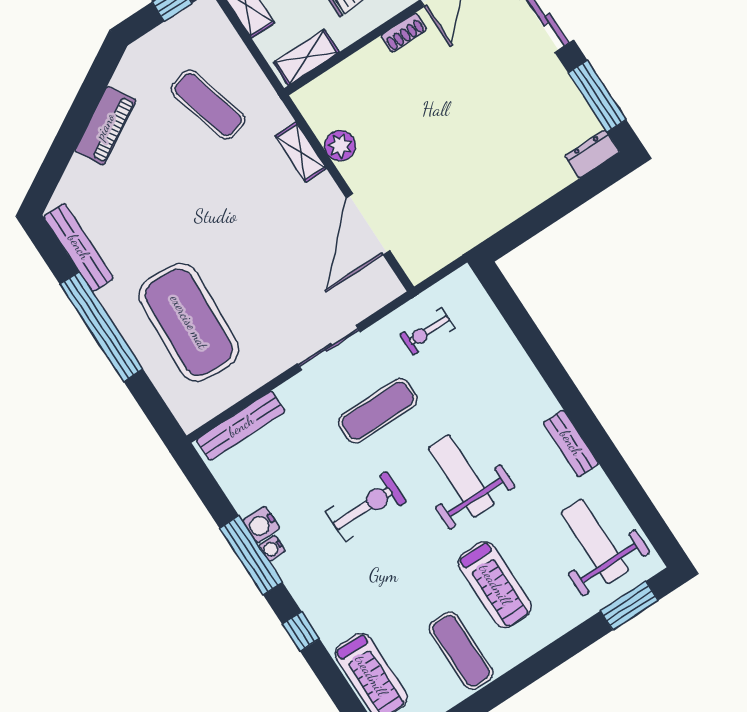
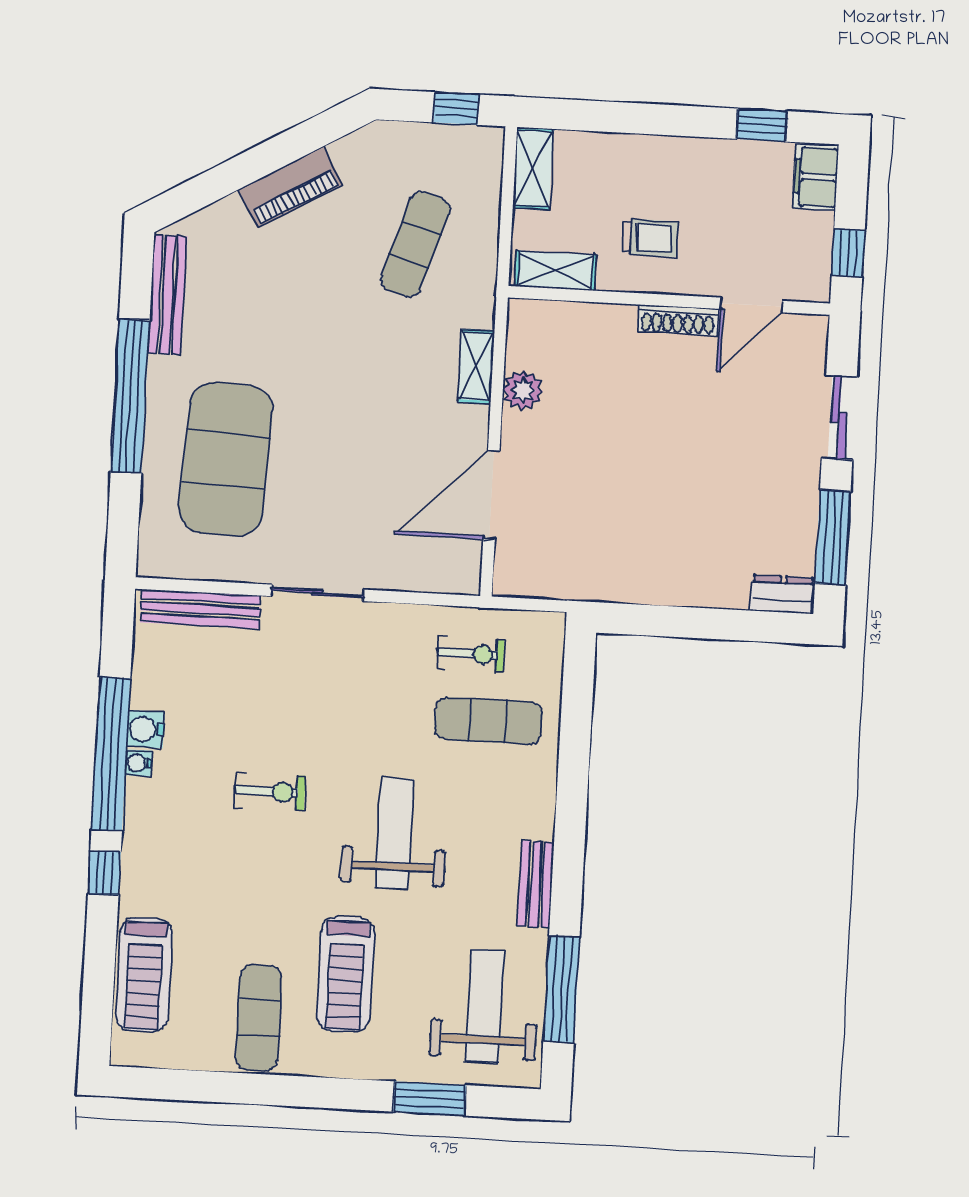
shoe rack: (404, 33) -> (678, 320), width x1.43
exercise mat: (208, 104) -> (415, 244), turned 33
exercise bike: (427, 331) -> (471, 654), turned 180
sliding door: (329, 348) -> (317, 593), moved
exercise mat: (378, 411) -> (489, 721), moved
window: (634, 497) -> (561, 989), added
exercise bike: (366, 506) -> (270, 792), width x0.73, depth x0.72
window: (251, 555) -> (111, 754), width x1.46
window: (629, 606) -> (430, 1098), moved

